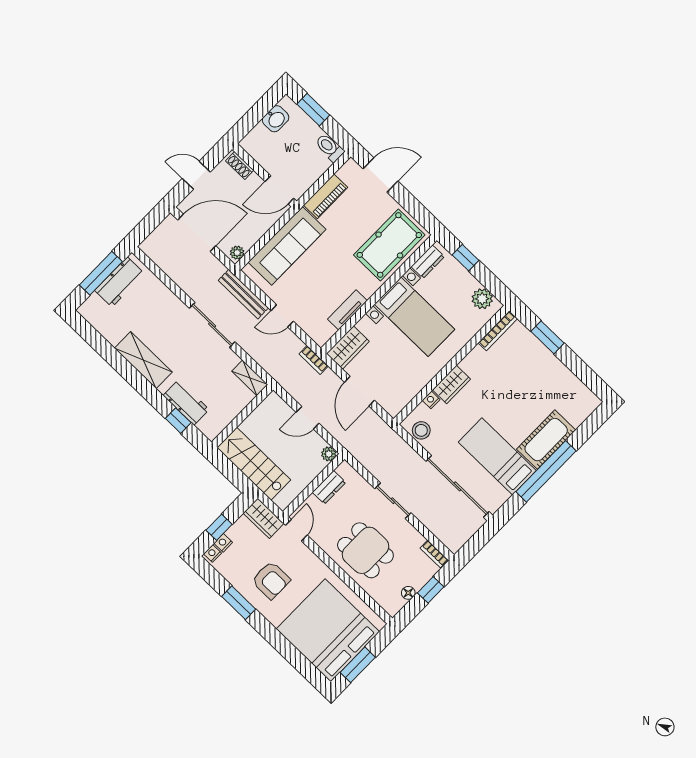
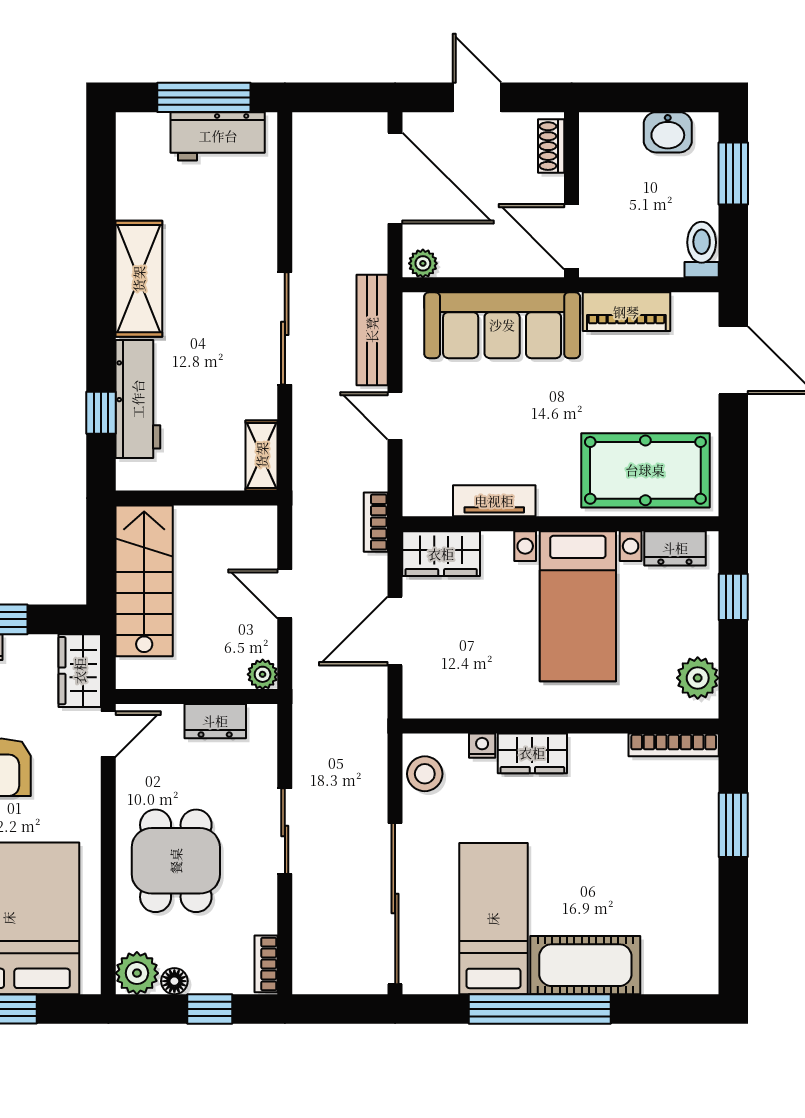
workbench: (186, 402) -> (138, 399), width x1.38
plant: (392, 603) -> (137, 973), added

